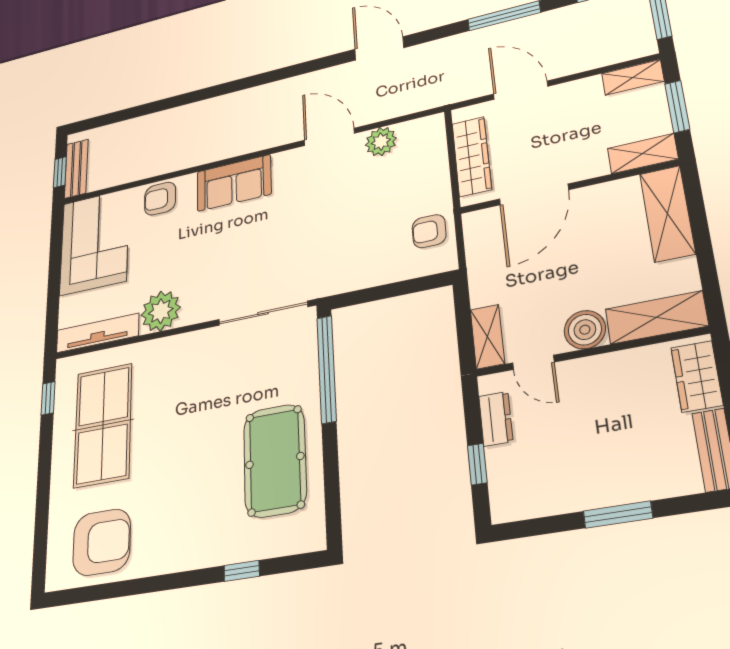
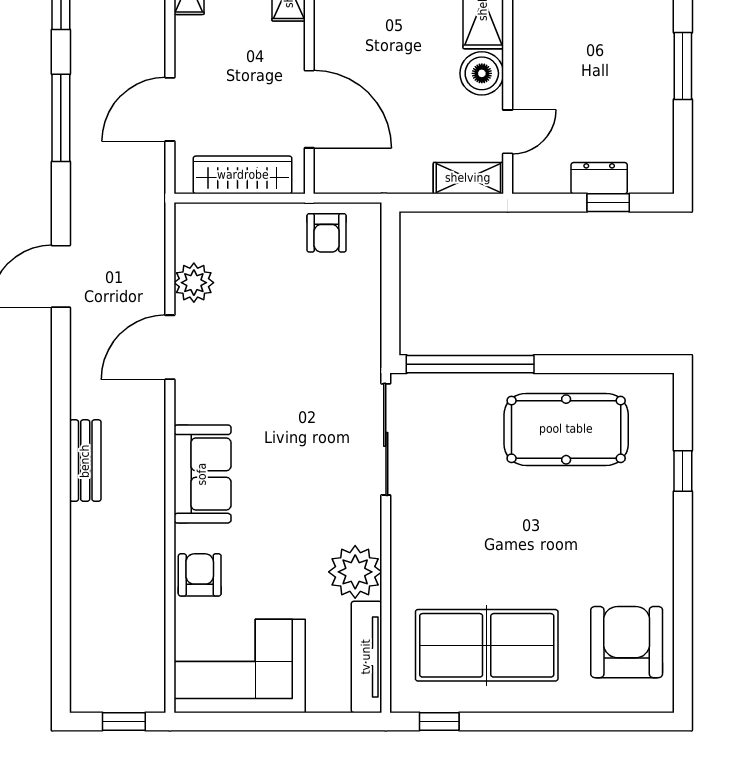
bench: (76, 169) -> (85, 461), moved, turned 90
armchair: (160, 199) -> (200, 575), turned 180
dresser: (496, 419) -> (599, 178), moved

